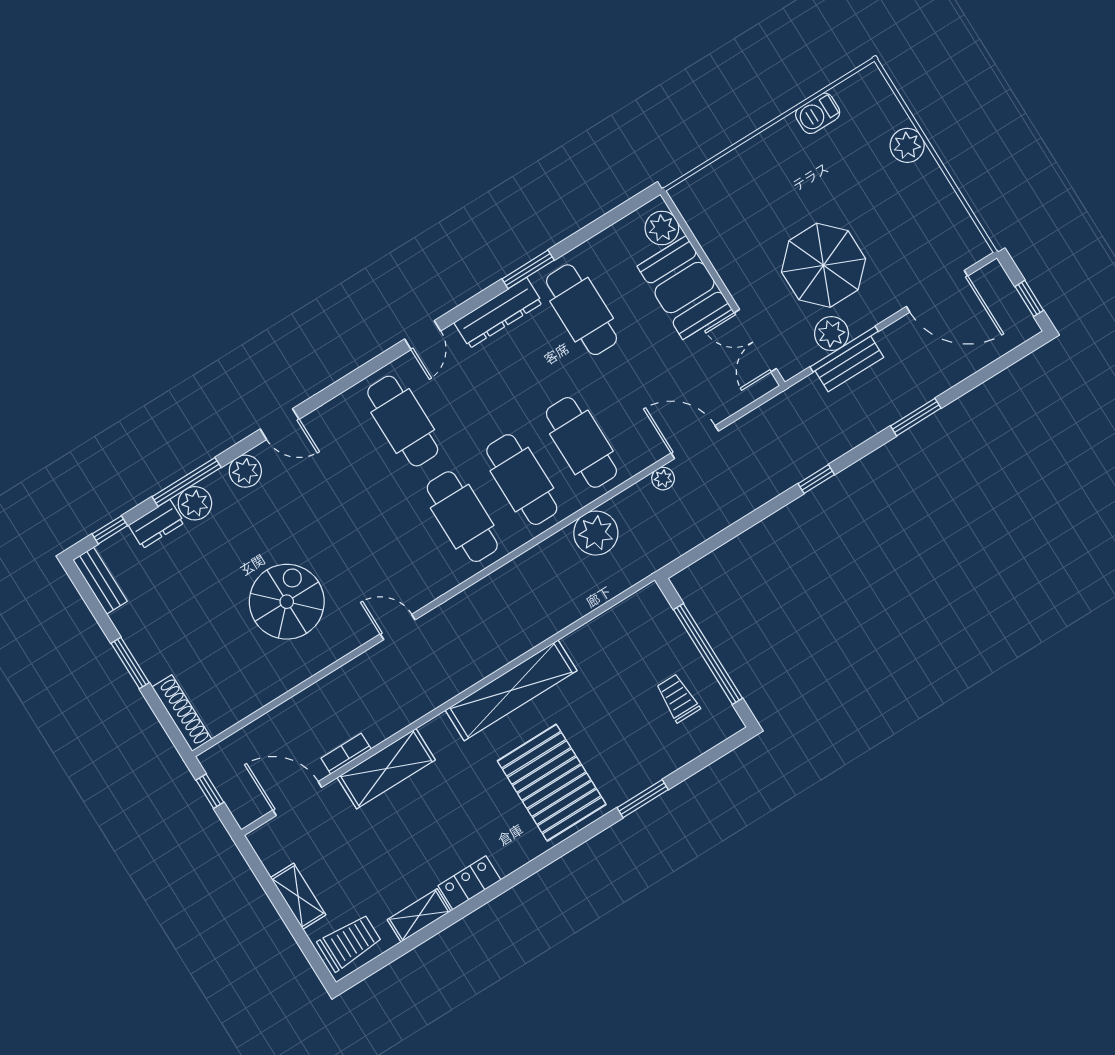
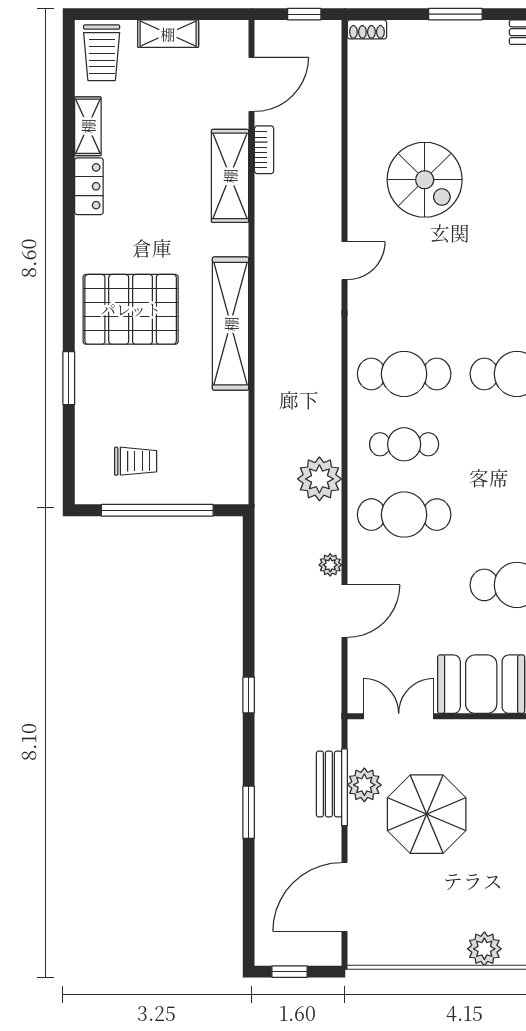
cafe table: (522, 480) -> (404, 444), width x0.73, depth x0.74
shoe rack: (182, 713) -> (367, 29), width x0.51, depth x0.81

